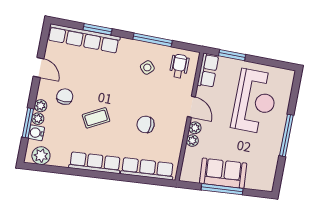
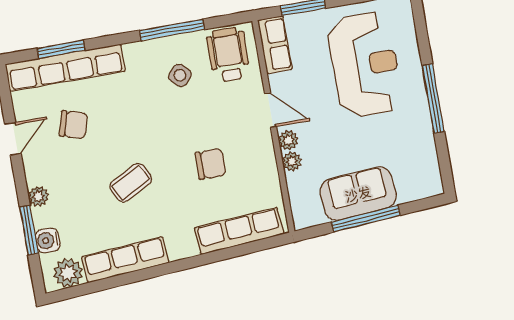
window: (97, 29) -> (61, 49), moved
wheelchair: (179, 66) -> (228, 55), width x1.36, depth x1.37
door: (39, 67) -> (13, 139), hinge flipped
chair: (65, 97) -> (73, 125), moved, turned 106
plant: (38, 119) -> (42, 218), removed
chair: (146, 124) -> (210, 164), turned 180
row of seats: (95, 163) -> (125, 260), moved

